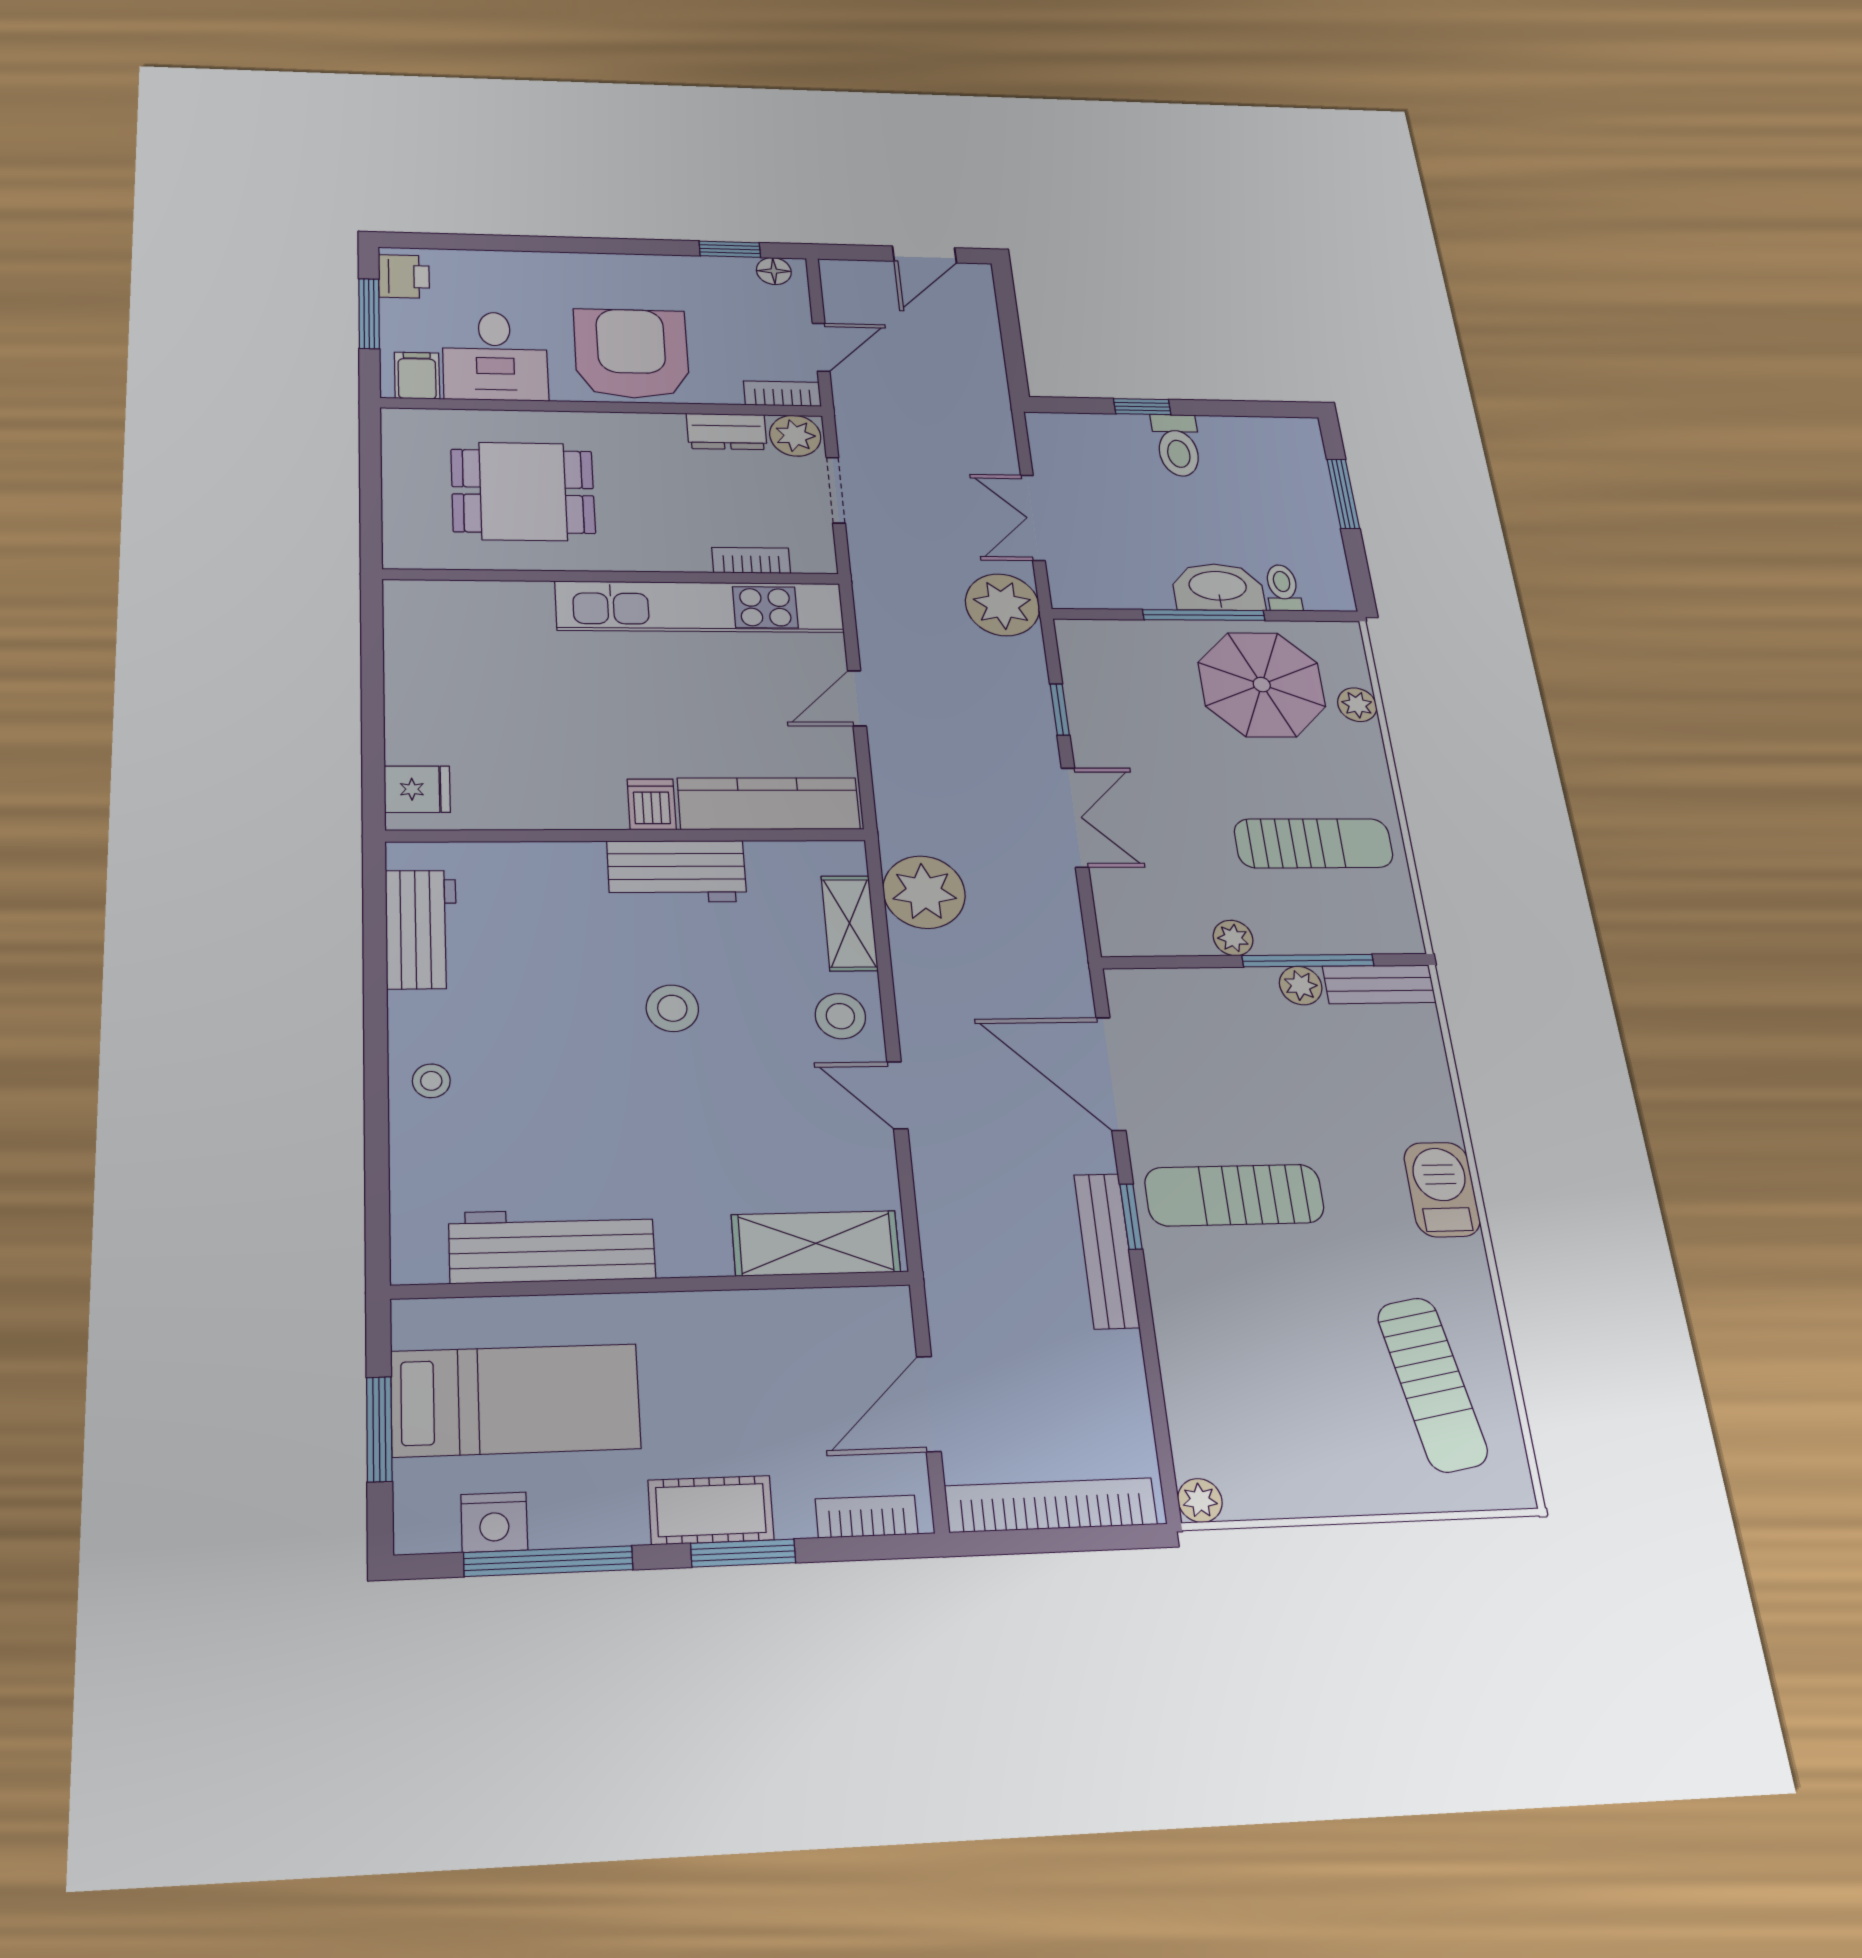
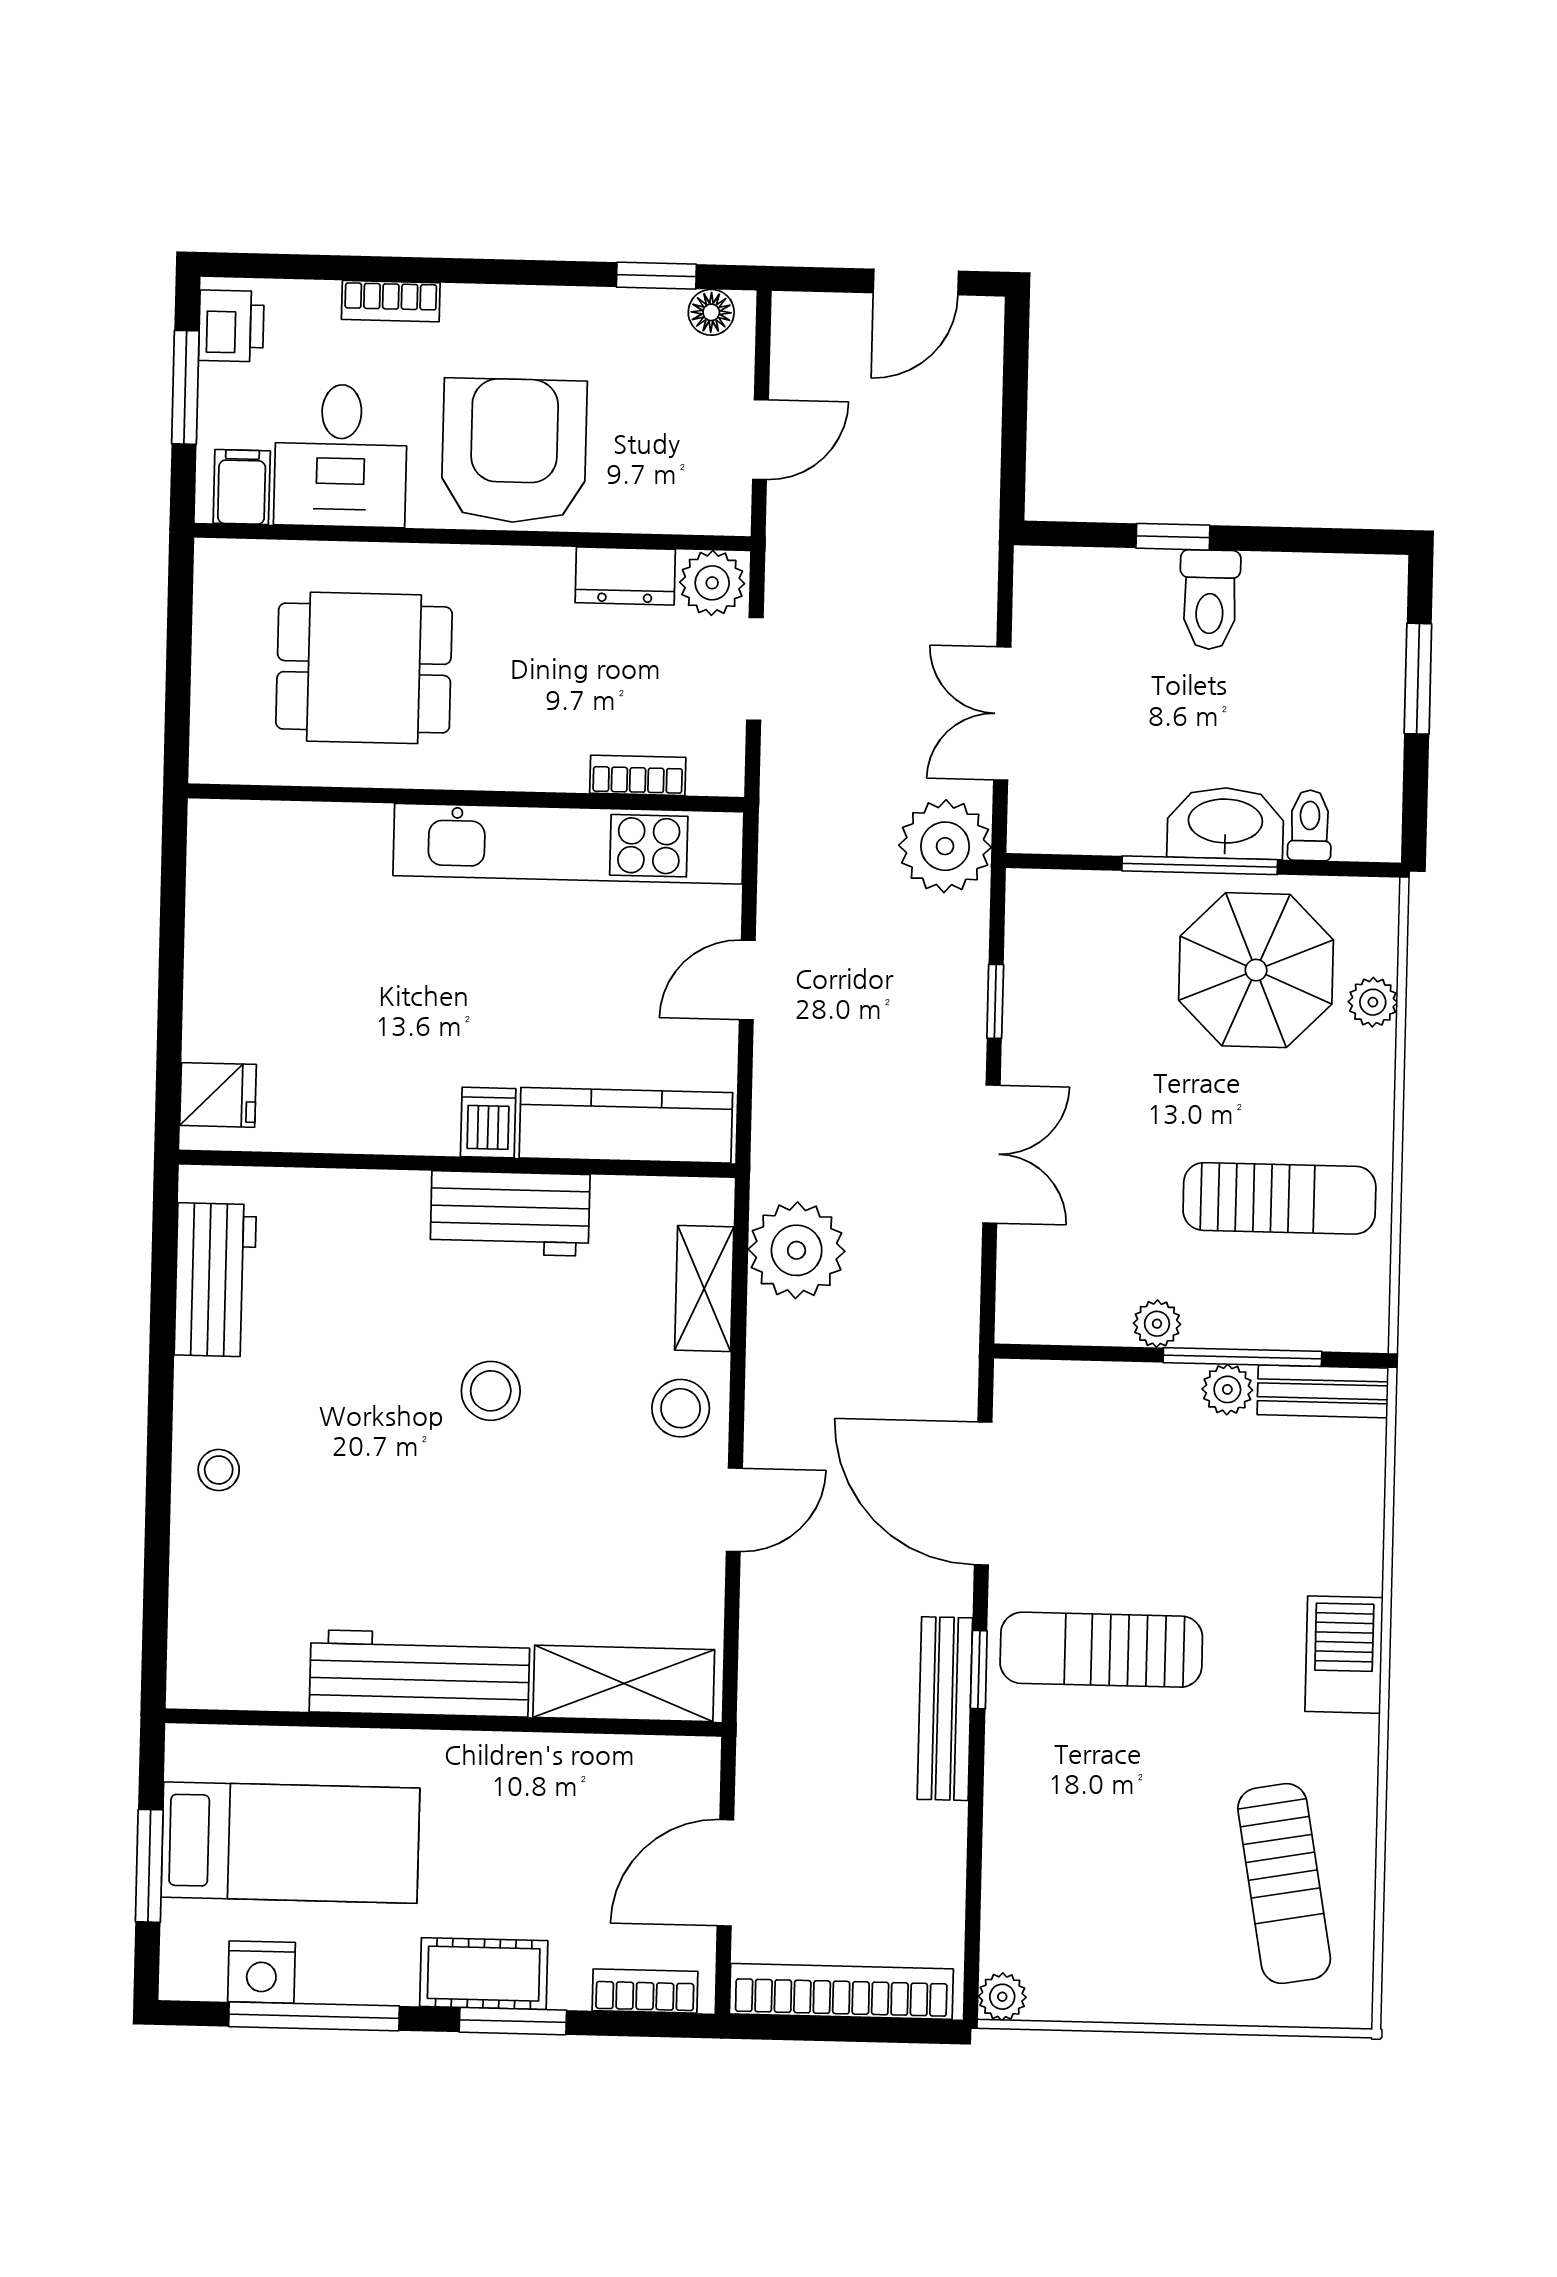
bookcase: (782, 394) -> (391, 301), moved, turned 180
door: (897, 1095) -> (734, 1510), swing flipped
workbench: (552, 1246) -> (420, 1673), moved

